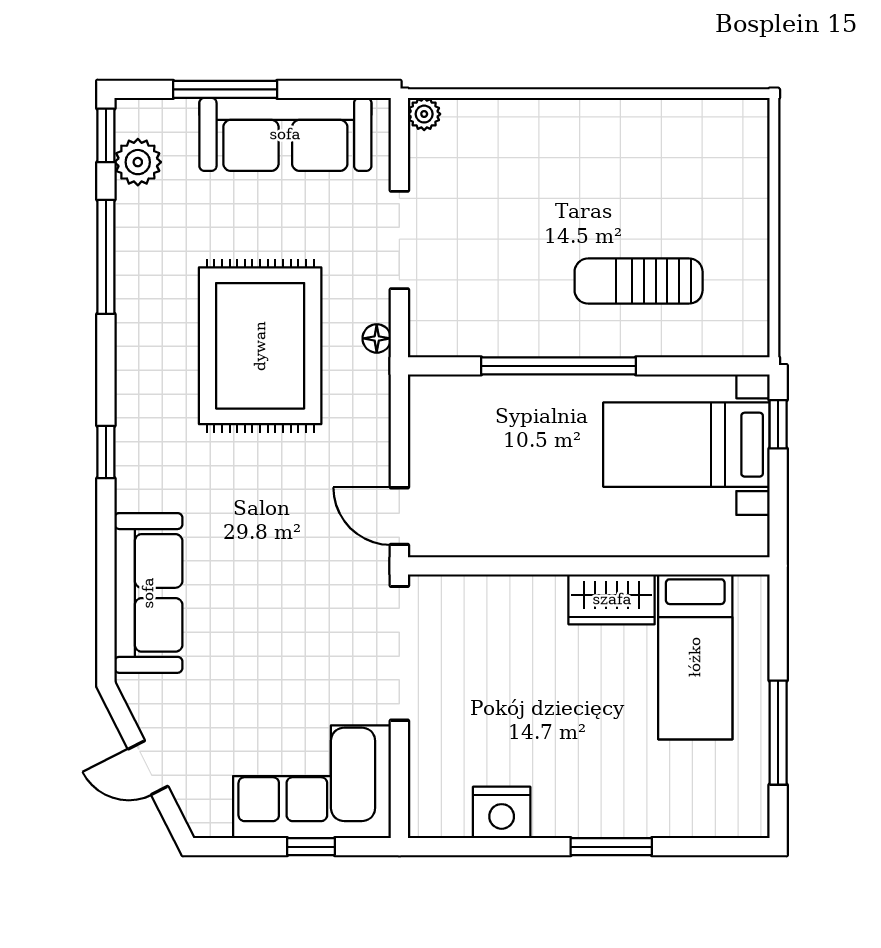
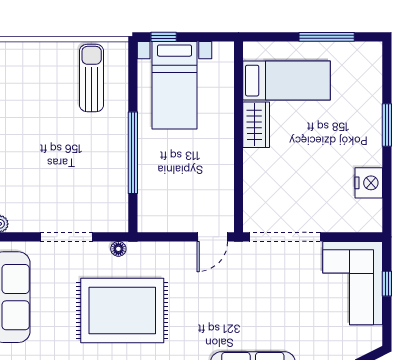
sun lounger: (639, 281) -> (92, 78), moved, turned 180

